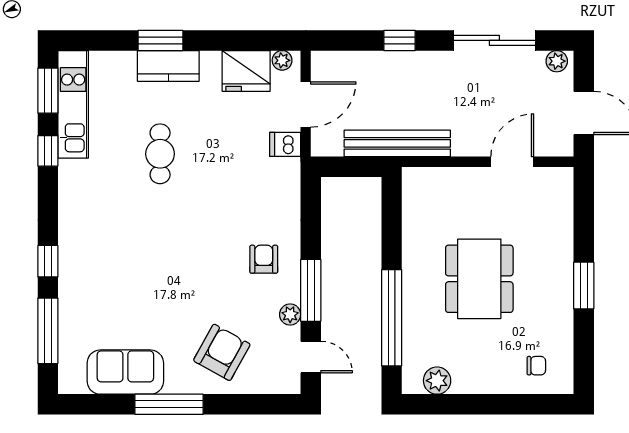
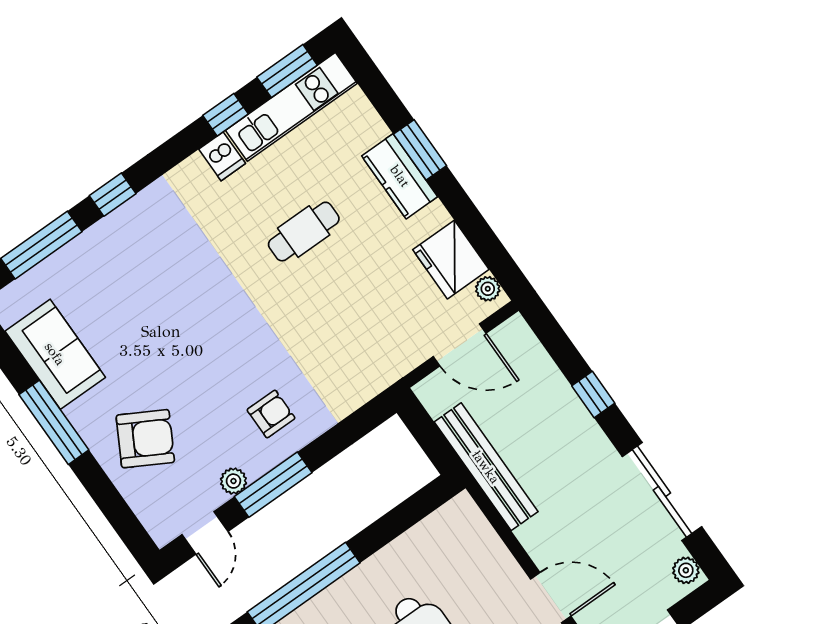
dishwasher: (285, 144) -> (222, 156), moved, turned 180

